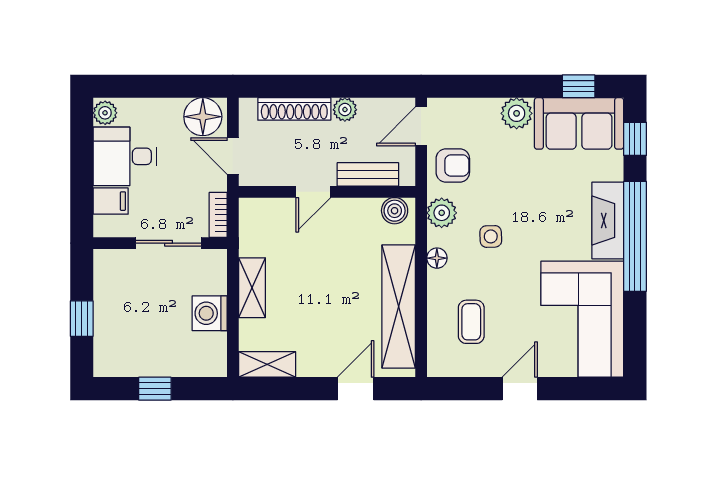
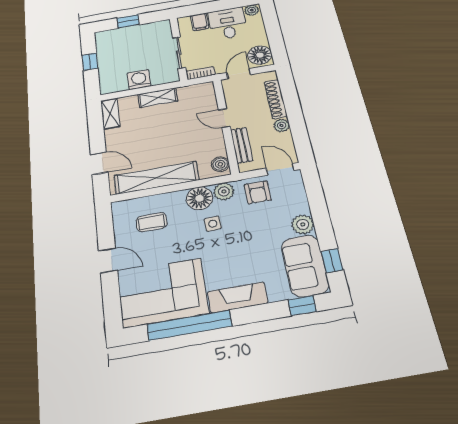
window: (635, 236) -> (189, 325), moved
floor lamp: (437, 258) -> (199, 198), width x1.89, depth x1.89

